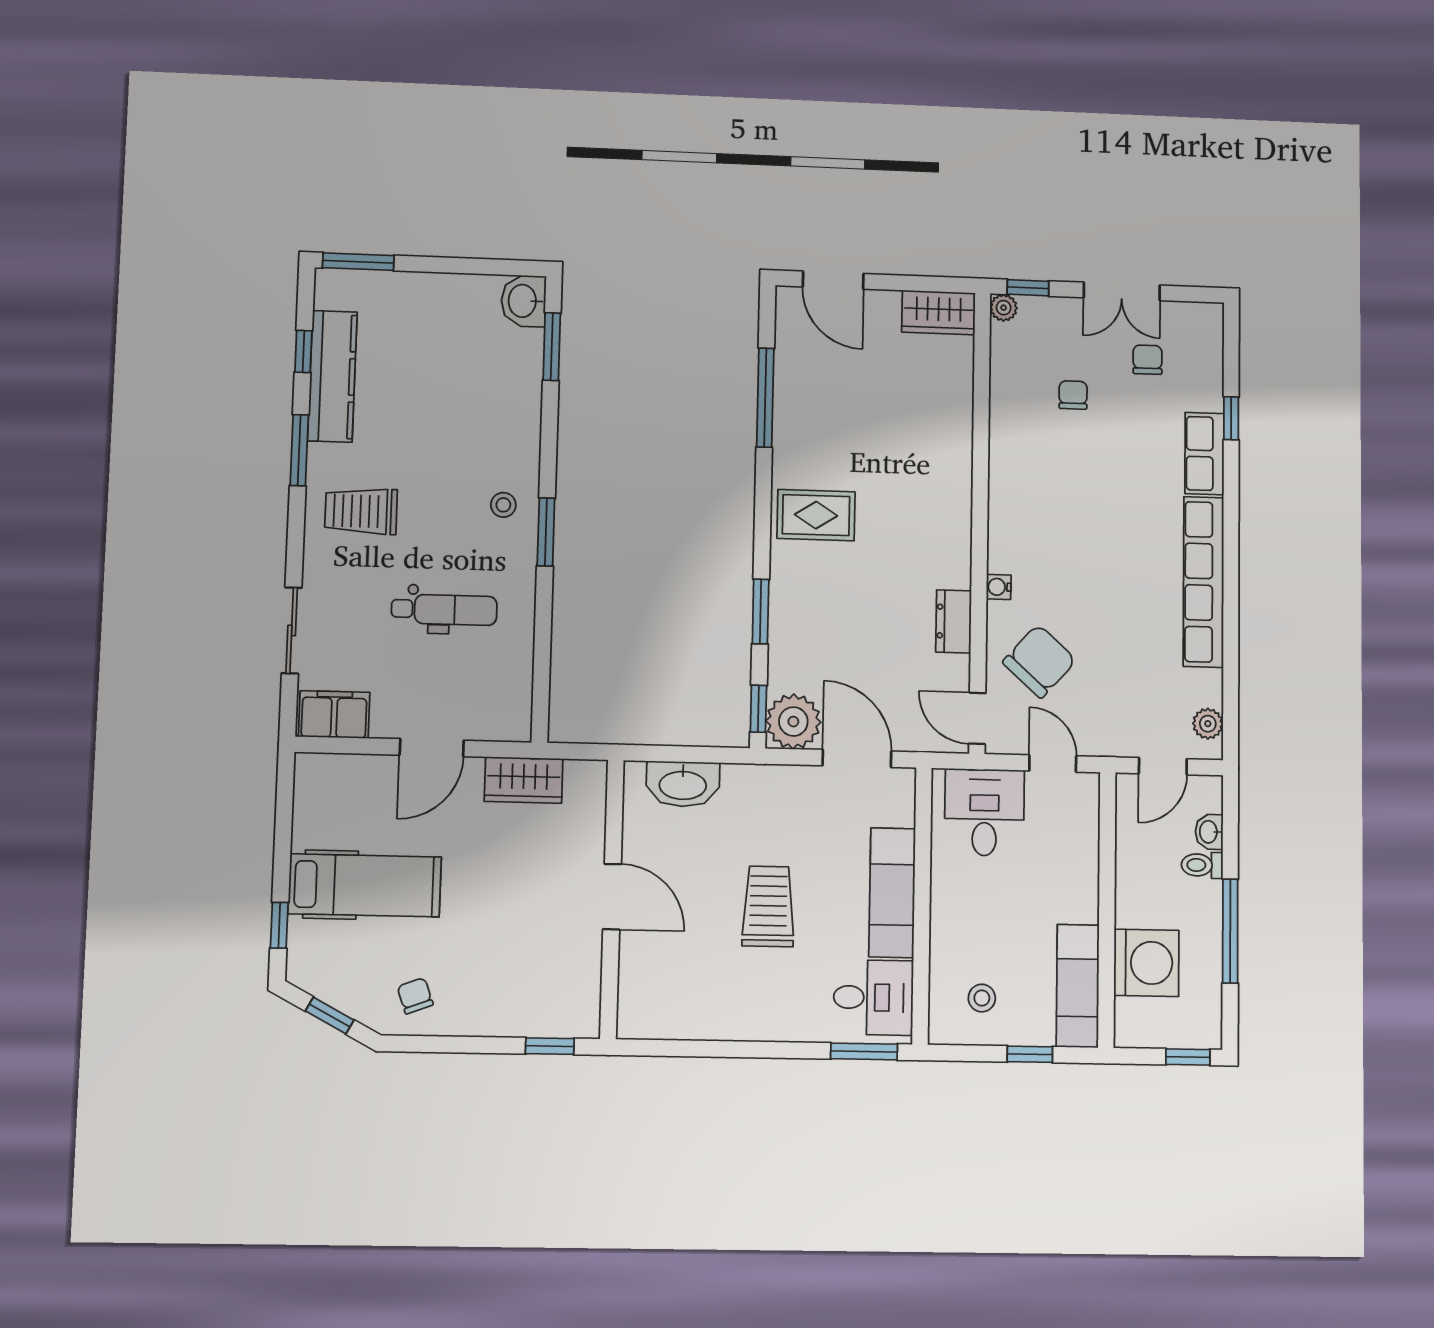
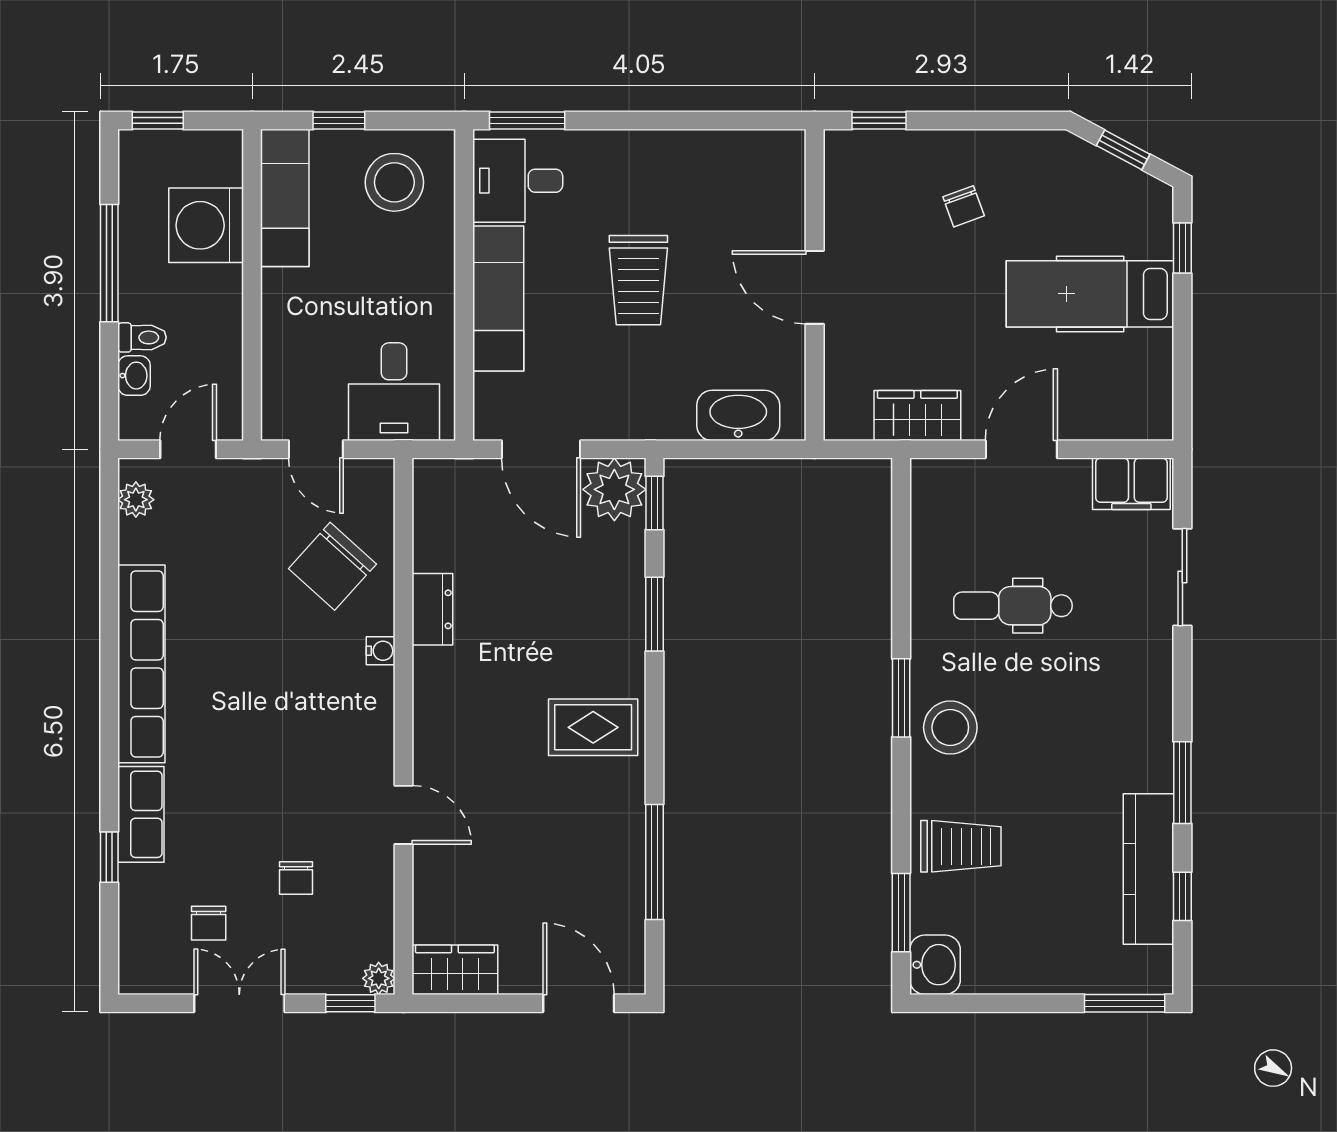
stool: (503, 505) -> (950, 727), width x1.89, depth x1.89
trolley: (361, 511) -> (961, 846), moved
door: (977, 718) -> (404, 815), moved
chair: (415, 996) -> (964, 206), moved
stool: (982, 998) -> (394, 182), width x1.89, depth x1.89

